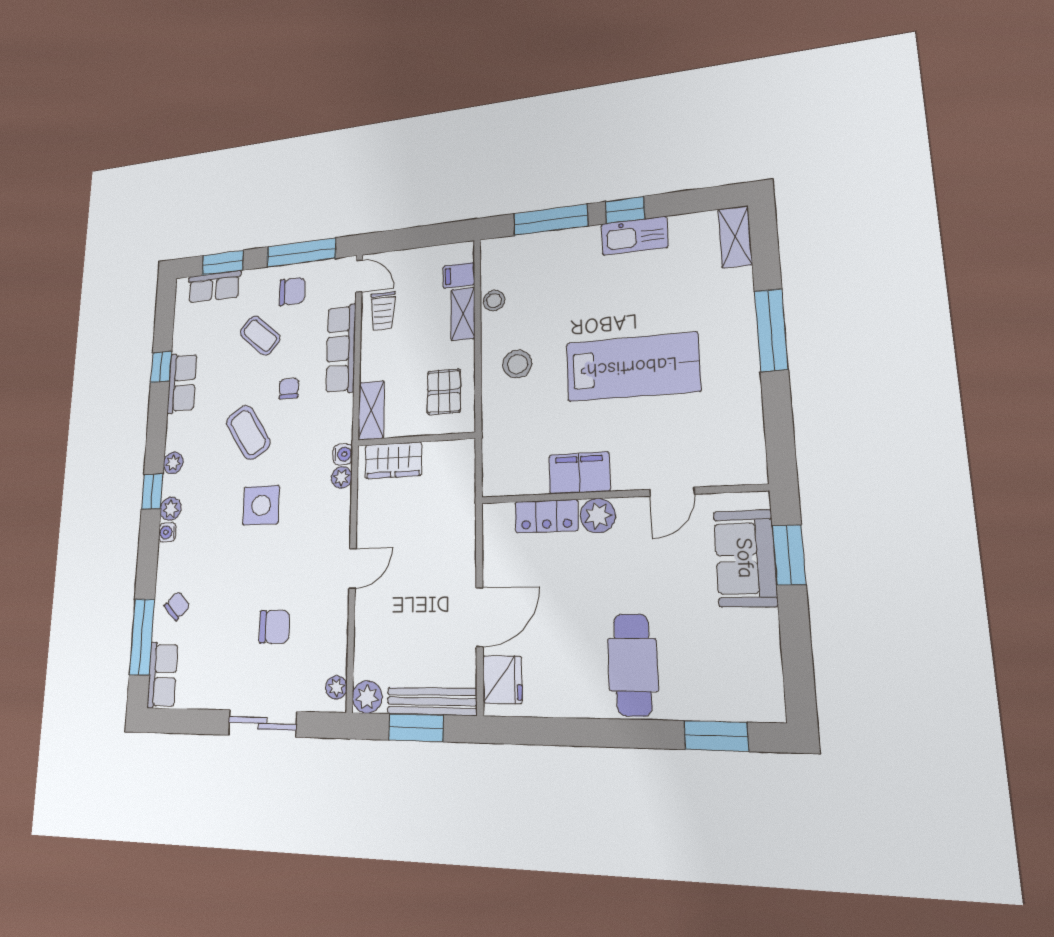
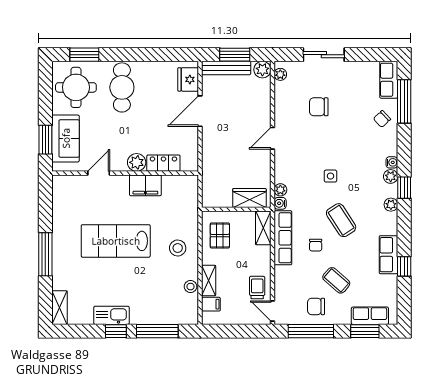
row of seats: (341, 349) -> (283, 238), moved
side table: (261, 505) -> (330, 176), width x0.54, depth x0.54
round table: (730, 665) -> (76, 87), added

